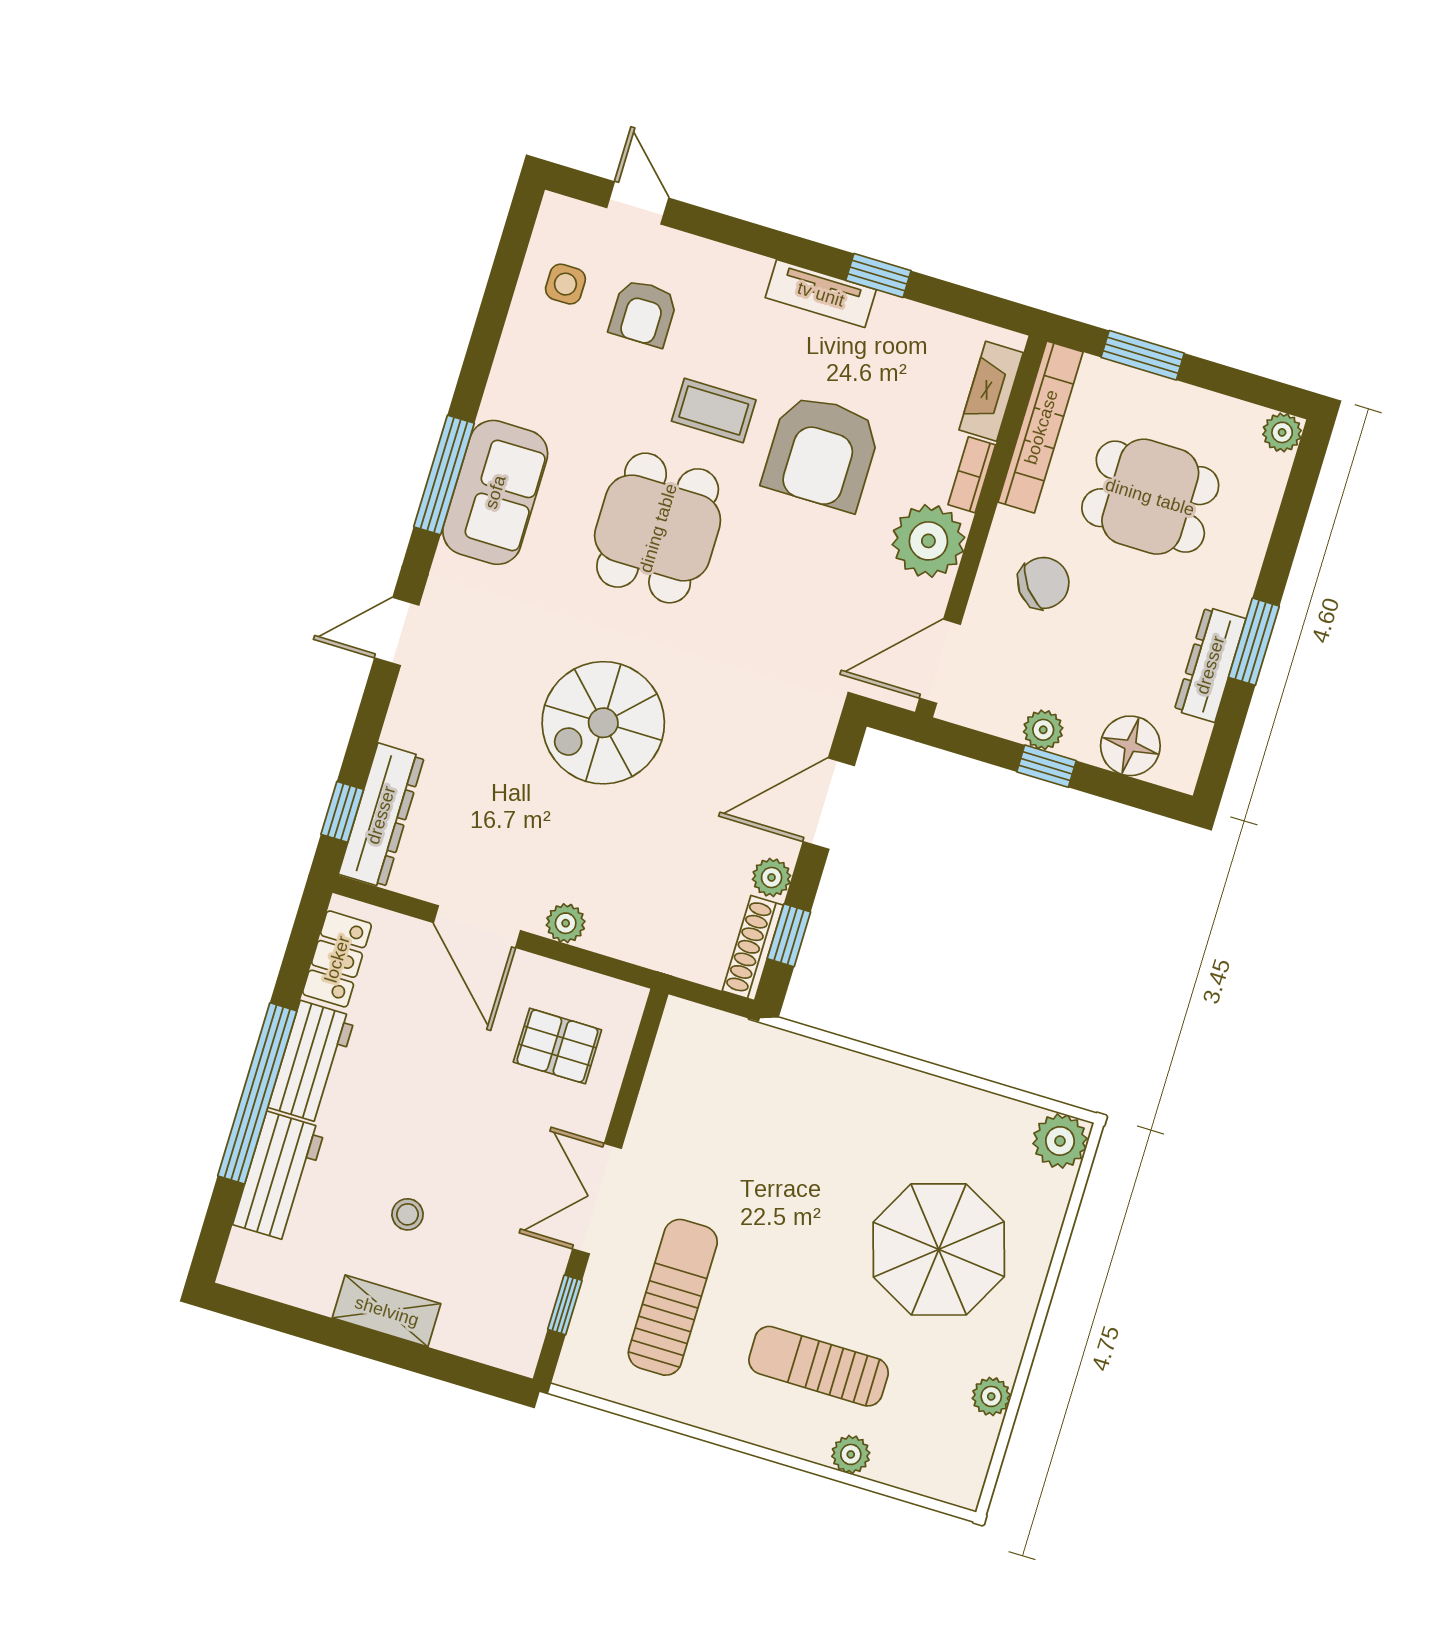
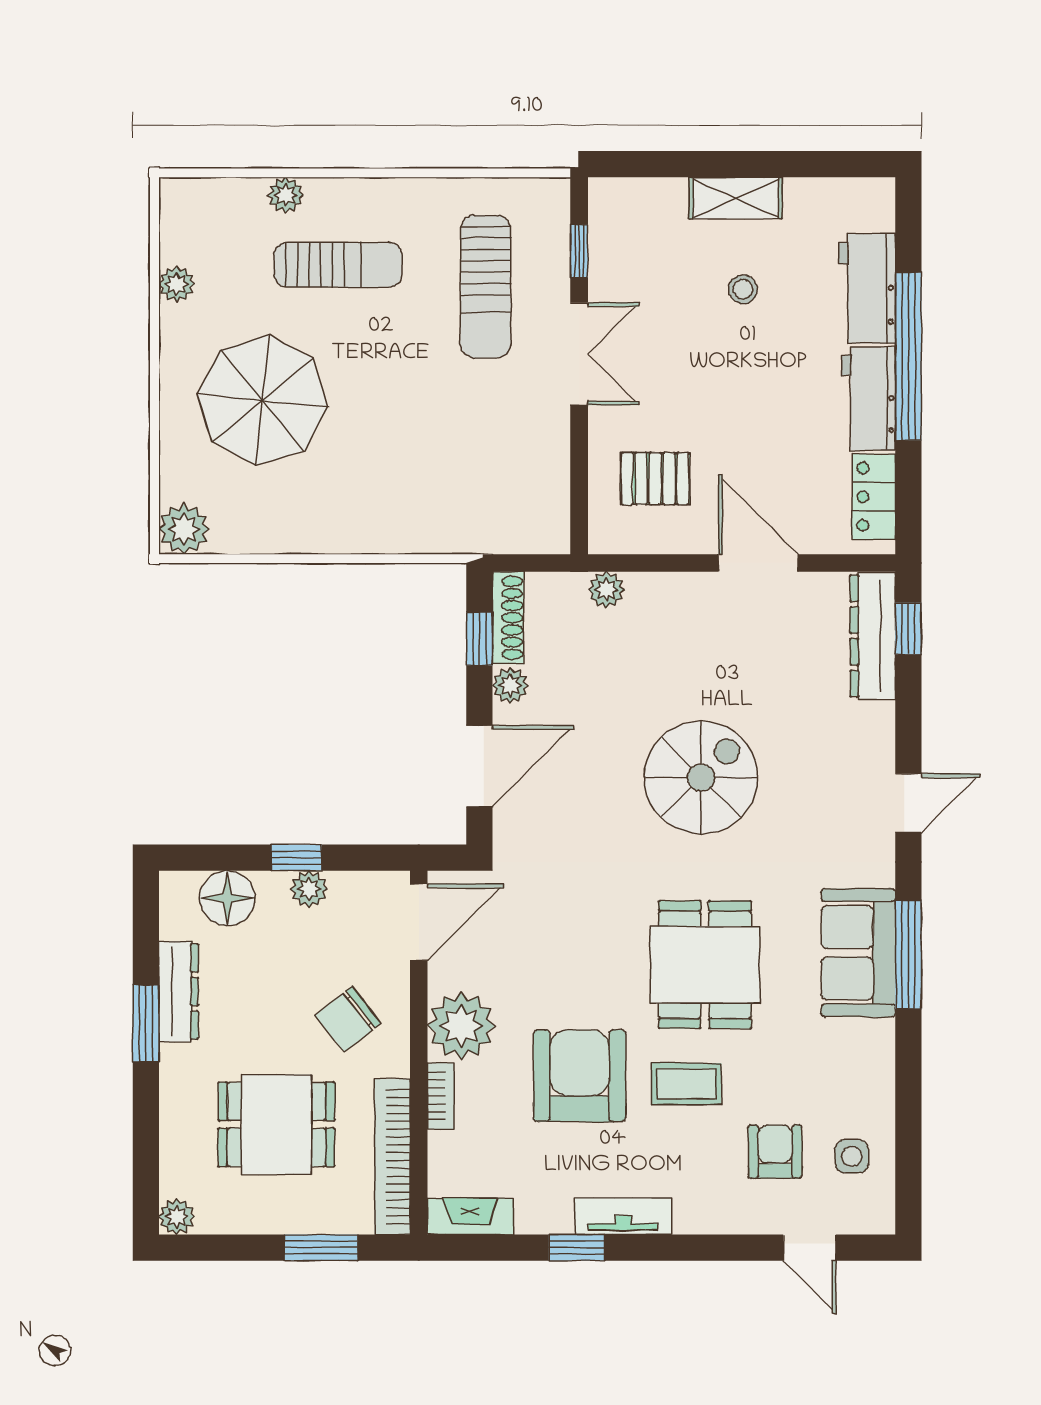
fireplace: (991, 391) -> (470, 1216), moved, turned -90
plant: (566, 923) -> (606, 590), moved

